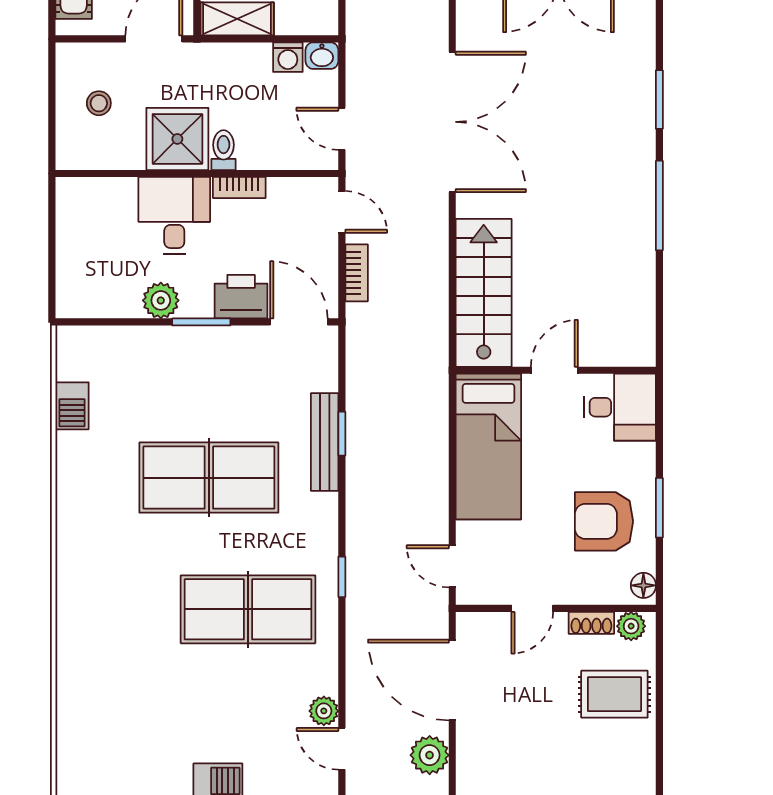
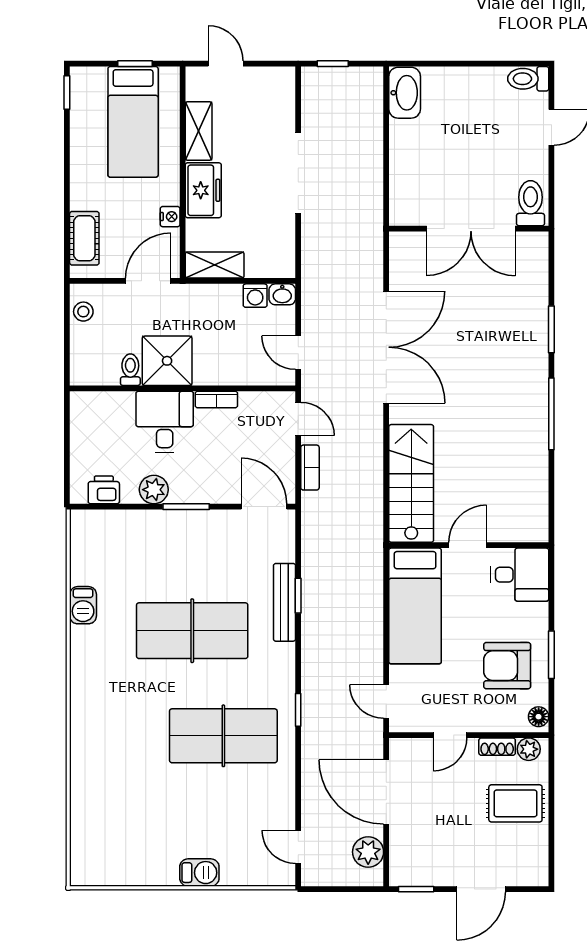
stool: (99, 103) -> (83, 312), moved
toilet: (223, 150) -> (130, 370), moved
printer: (241, 297) -> (104, 490), moved, width x0.73, depth x0.81
barbecue: (72, 406) -> (83, 605), moved
plant: (324, 711) -> (284, 817), removed

